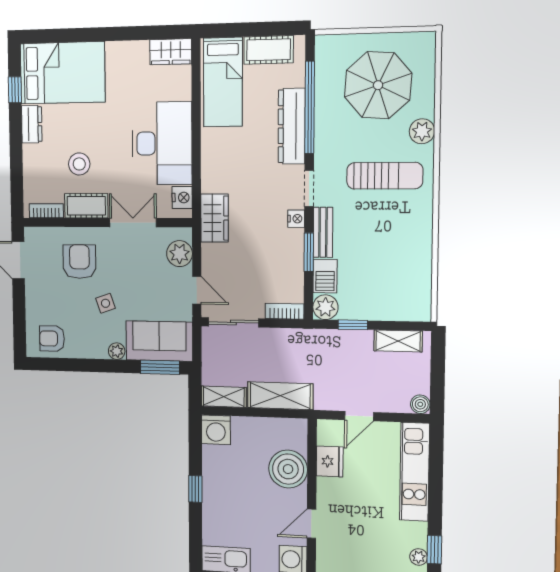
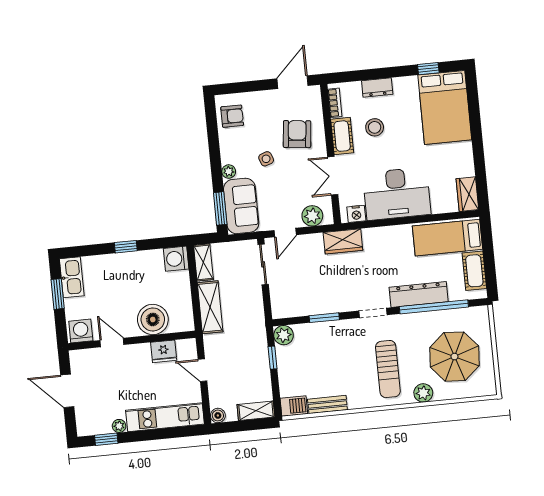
dresser: (32, 124) -> (377, 87), moved
nightstand: (296, 219) -> (349, 305), removed
double door: (133, 223) -> (333, 176), swing flipped
bench: (323, 232) -> (327, 404), moved
armchair: (79, 262) -> (297, 134), turned -84
barbecue: (325, 276) -> (294, 406), moved, turned 180
bookcase: (284, 311) -> (277, 304), removed
armchair: (52, 339) -> (232, 116), turned 90
shelving: (398, 341) -> (256, 411), moved, turned 90
plant: (419, 557) -> (119, 426), moved

